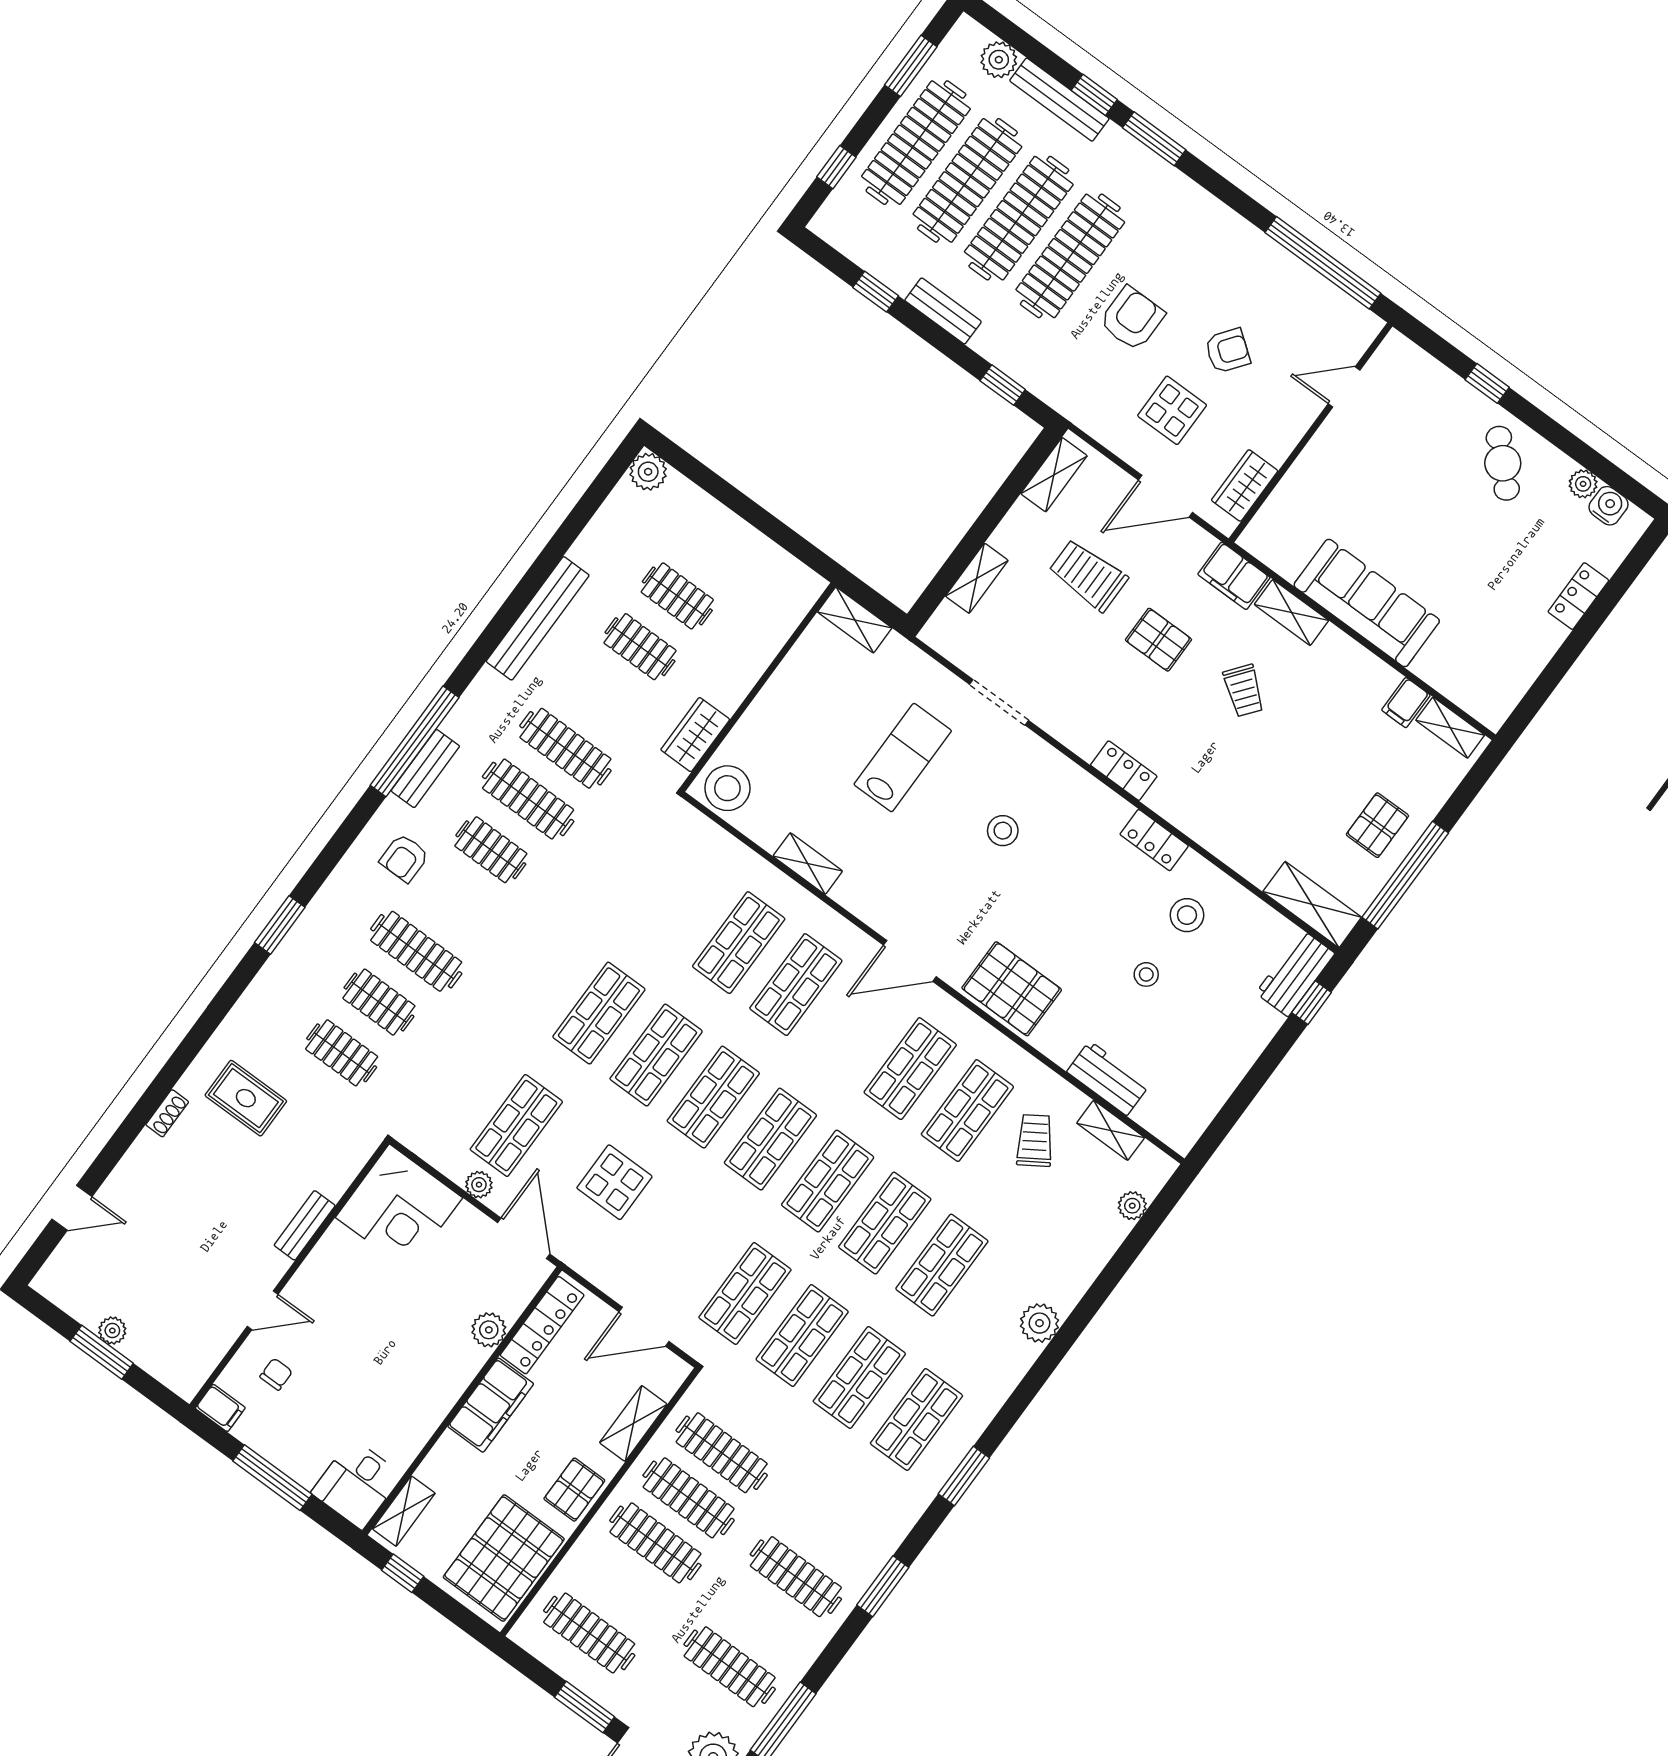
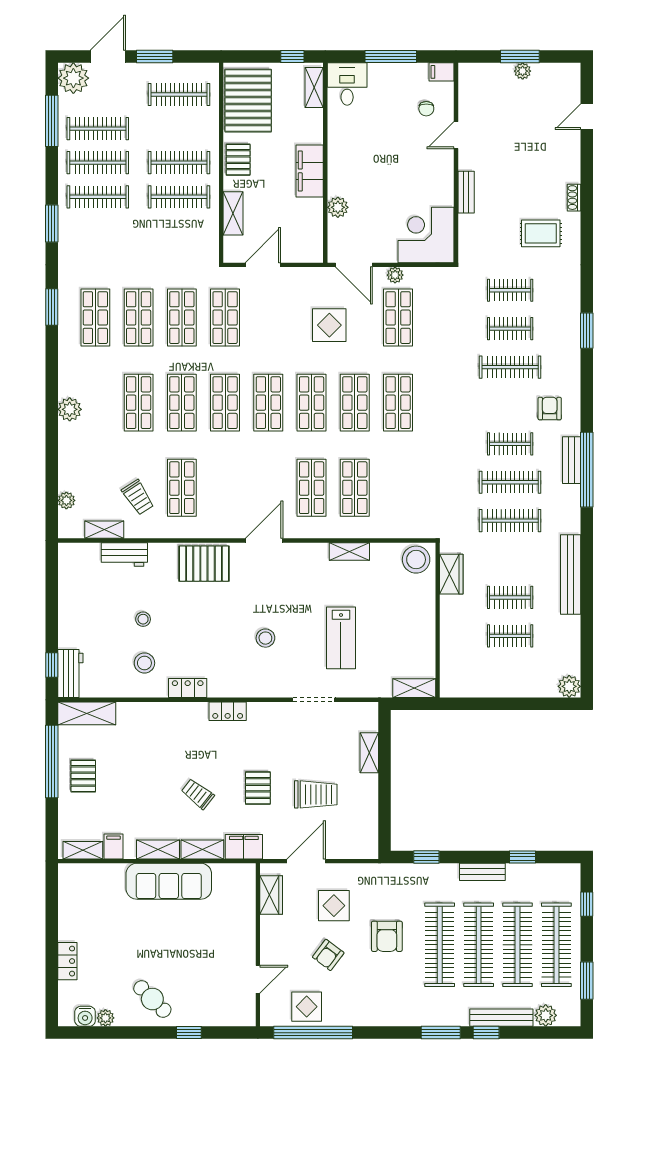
display table: (1306, 303) -> (307, 1007), added
shelving: (1054, 475) -> (158, 849), moved, turned 90
pallet: (1158, 640) -> (258, 788), turned 90
shop shelf: (910, 1069) -> (225, 488), removed
locker: (542, 1325) -> (313, 229), removed
clothes rail: (722, 1453) -> (98, 163), moved

